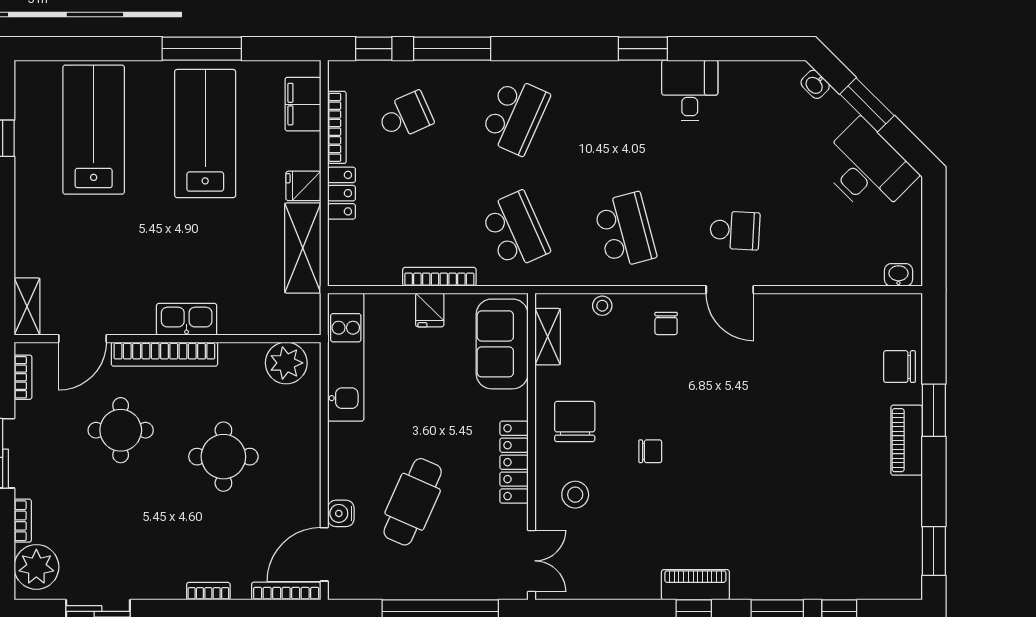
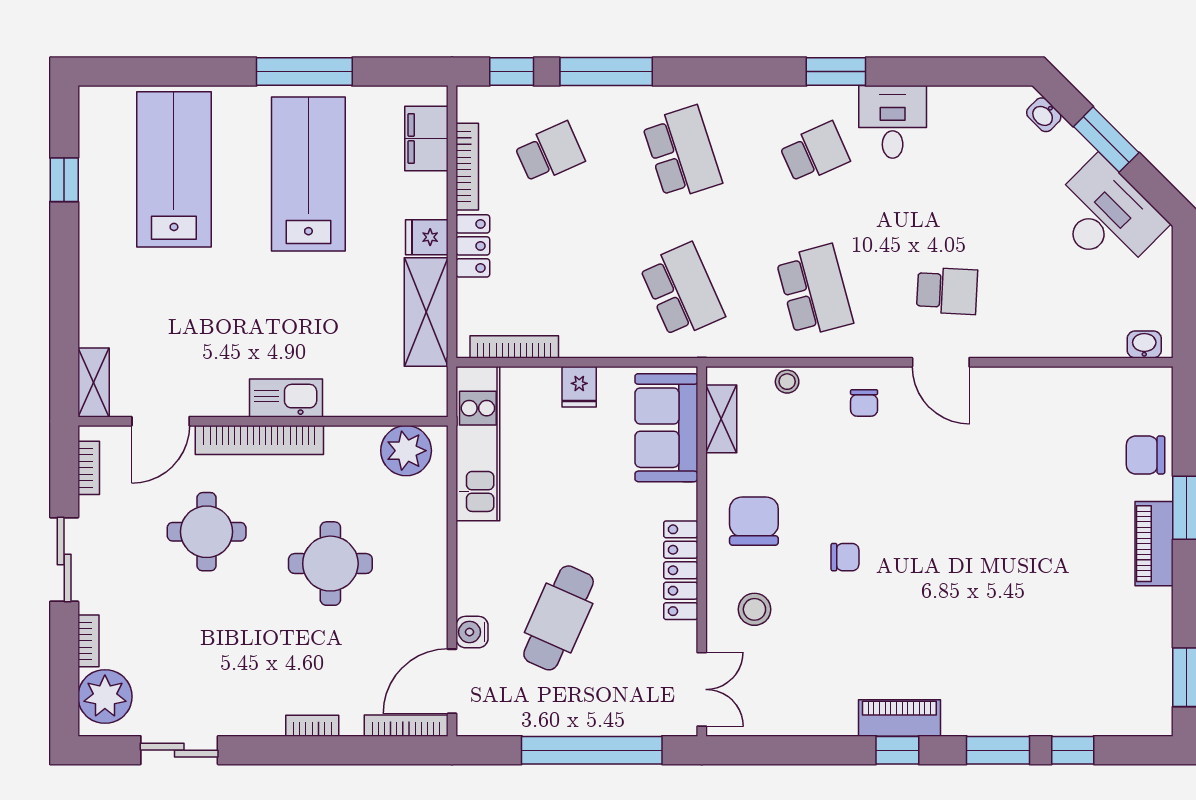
school desk: (515, 116) -> (682, 153), turned -42
school desk: (625, 116) -> (815, 153), added
bookcase: (439, 277) -> (514, 347), moved

